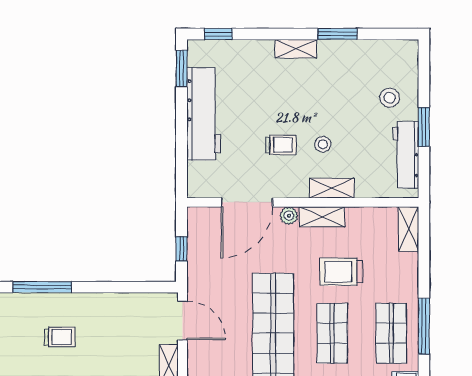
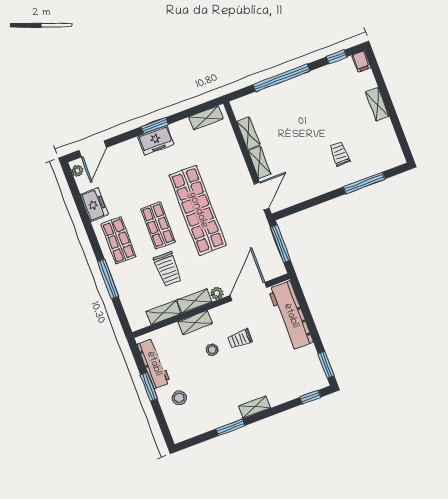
workbench: (204, 114) -> (291, 316), moved
shelving: (409, 229) -> (163, 313), moved, turned 90
window: (181, 249) -> (280, 244), width x2.17
trolley: (341, 272) -> (168, 269), turned 90
door: (183, 321) -> (262, 196), swing flipped
window: (424, 326) -> (108, 279), moved
trolley: (60, 337) -> (340, 154), turned 90

